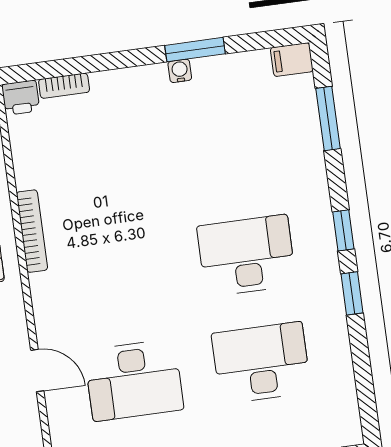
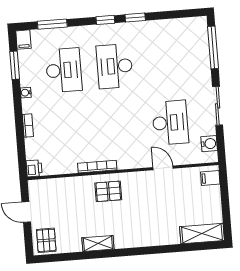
window: (195, 50) -> (15, 65), moved
bookcase: (64, 86) -> (28, 125), moved
desk: (261, 363) -> (64, 70), moved, turned 180
door: (37, 371) -> (163, 168), hinge flipped

